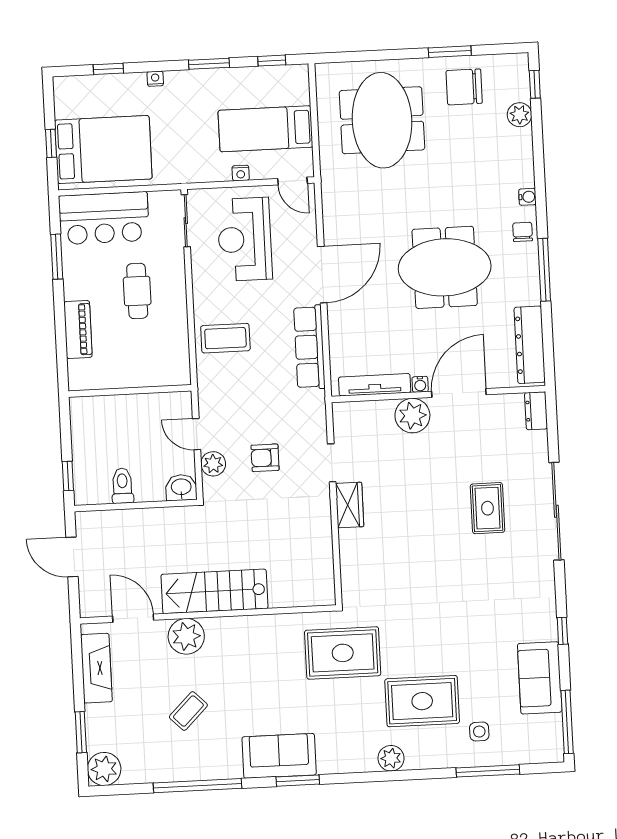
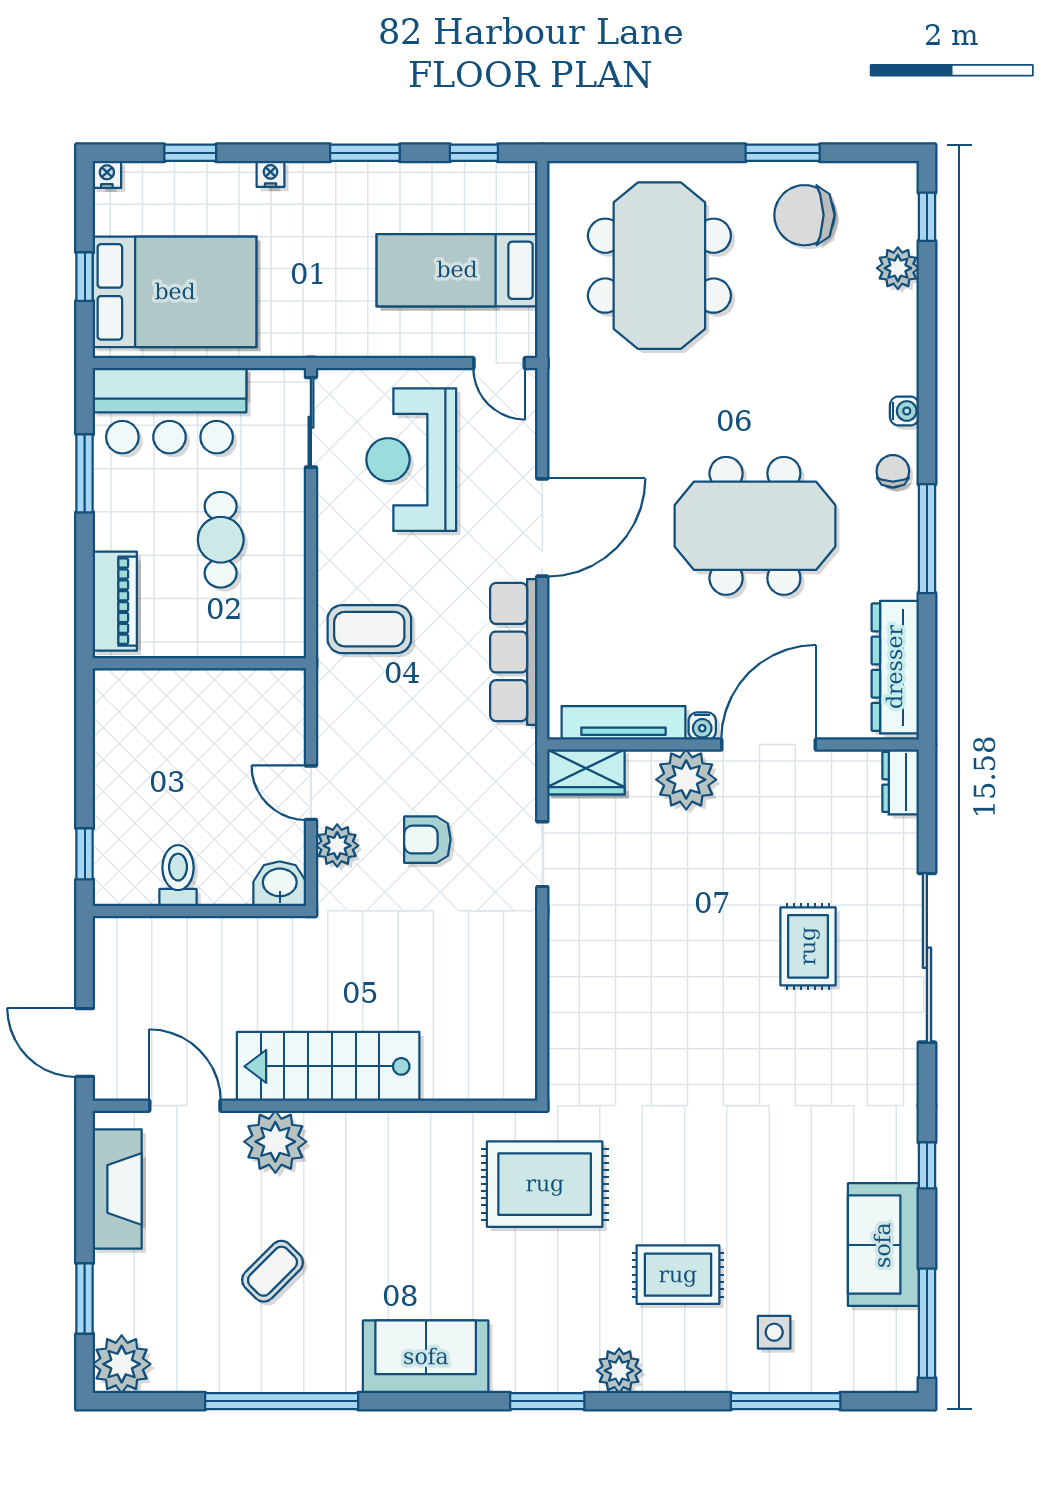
nightstand: (241, 173) -> (107, 174), moved, turned 180
wall: (130, 391) -> (199, 663), moved
wardrobe: (350, 505) -> (586, 772), moved, turned 90
door: (72, 557) -> (85, 1042), moved
rug: (422, 701) -> (678, 1275), width x0.73, depth x0.70
window: (298, 781) -> (547, 1401), moved

